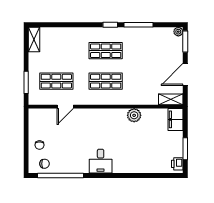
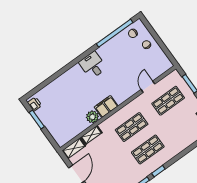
shelving: (147, 100) -> (91, 135), added
filing cabinet: (176, 119) -> (106, 107), moved, turned -90

